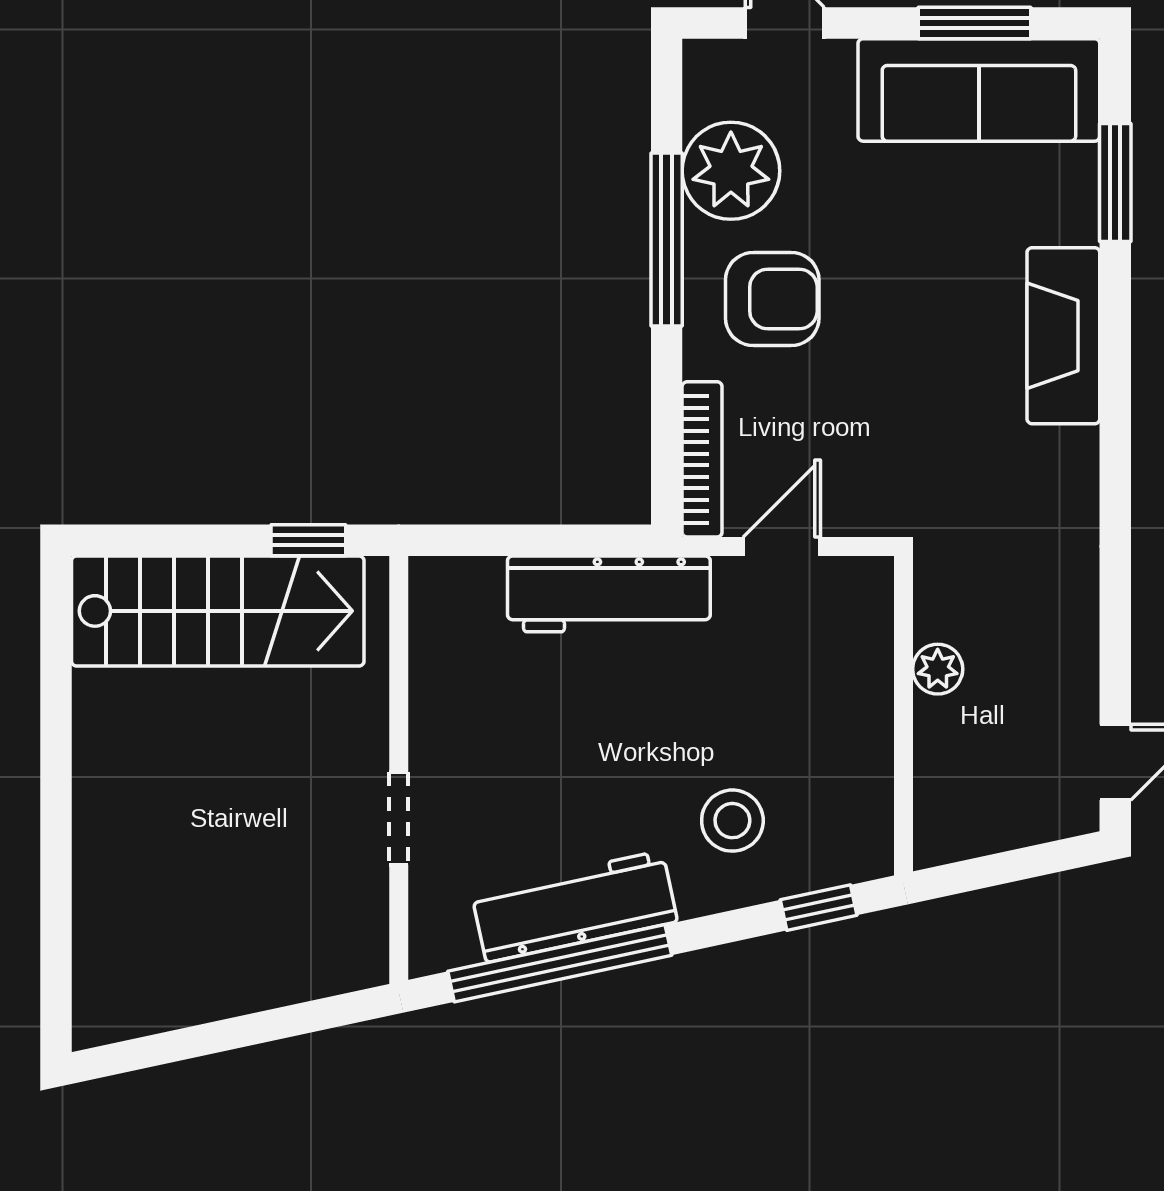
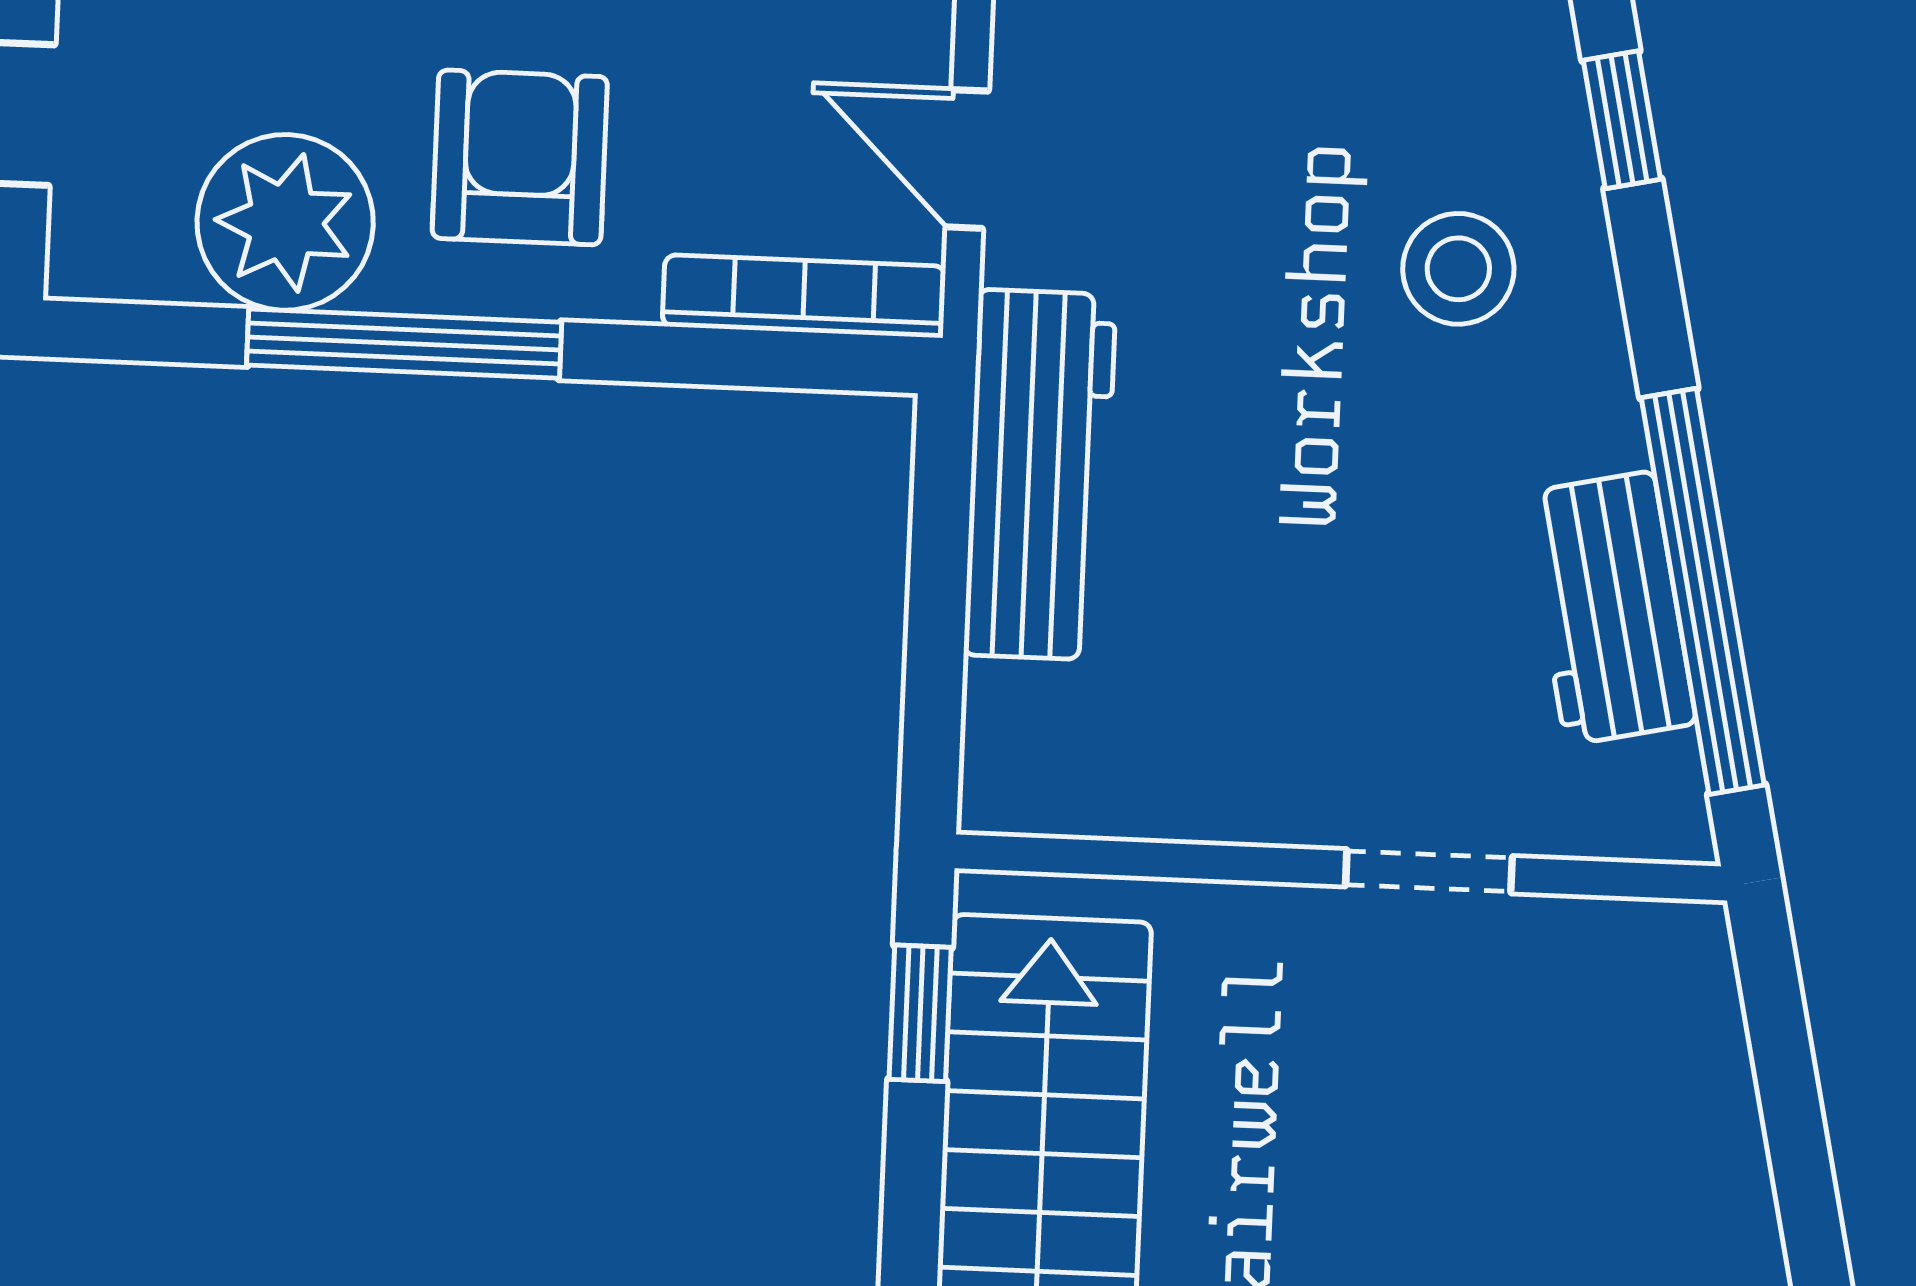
workbench: (574, 907) -> (1610, 608), width x0.73

